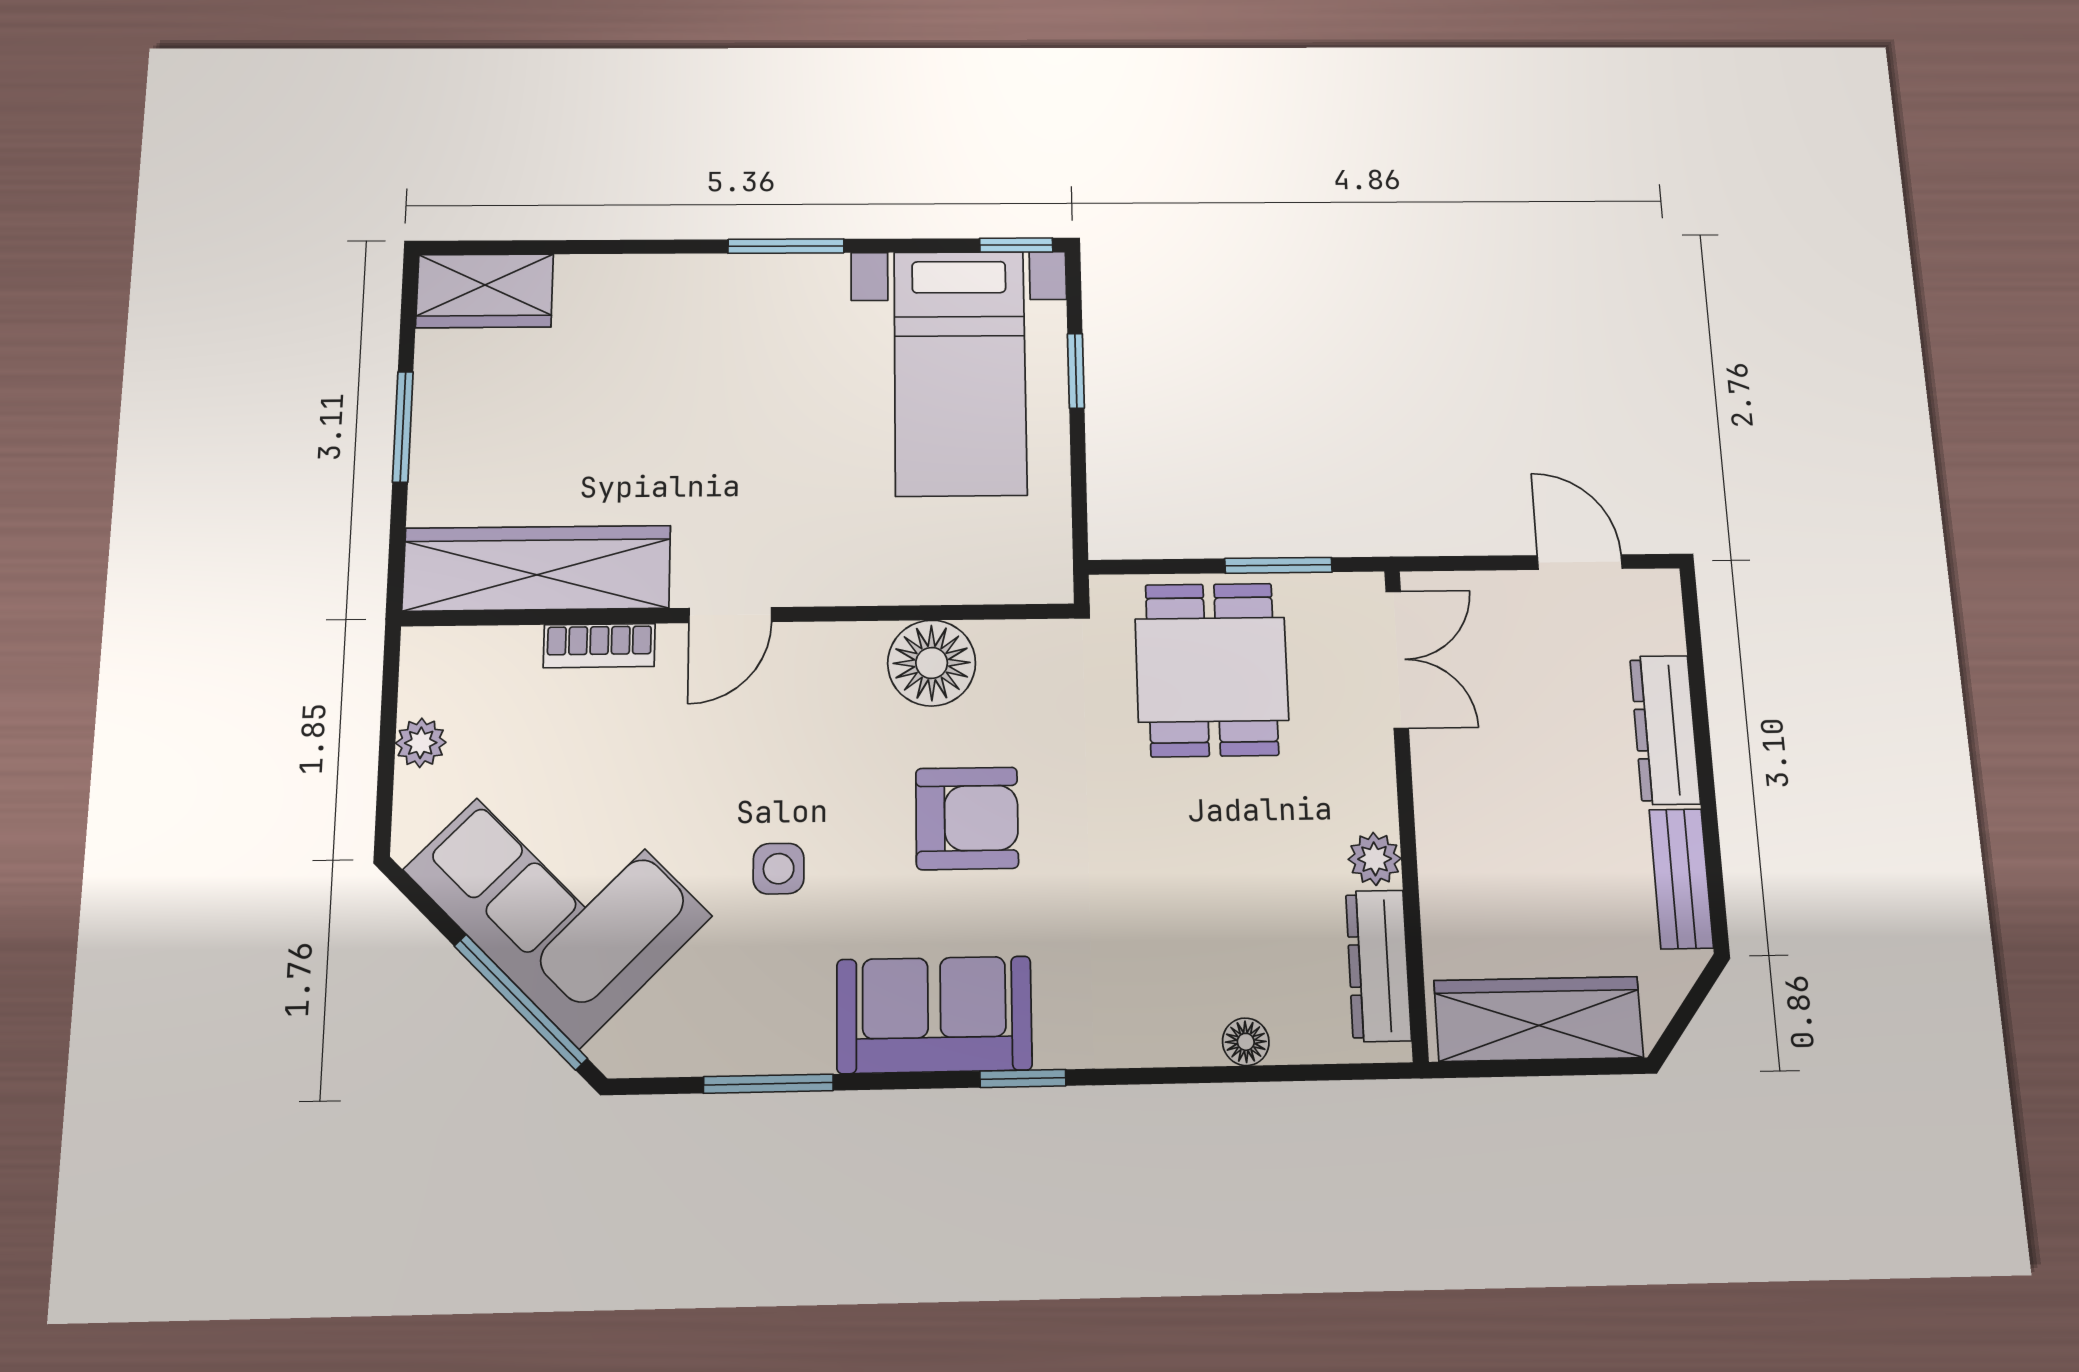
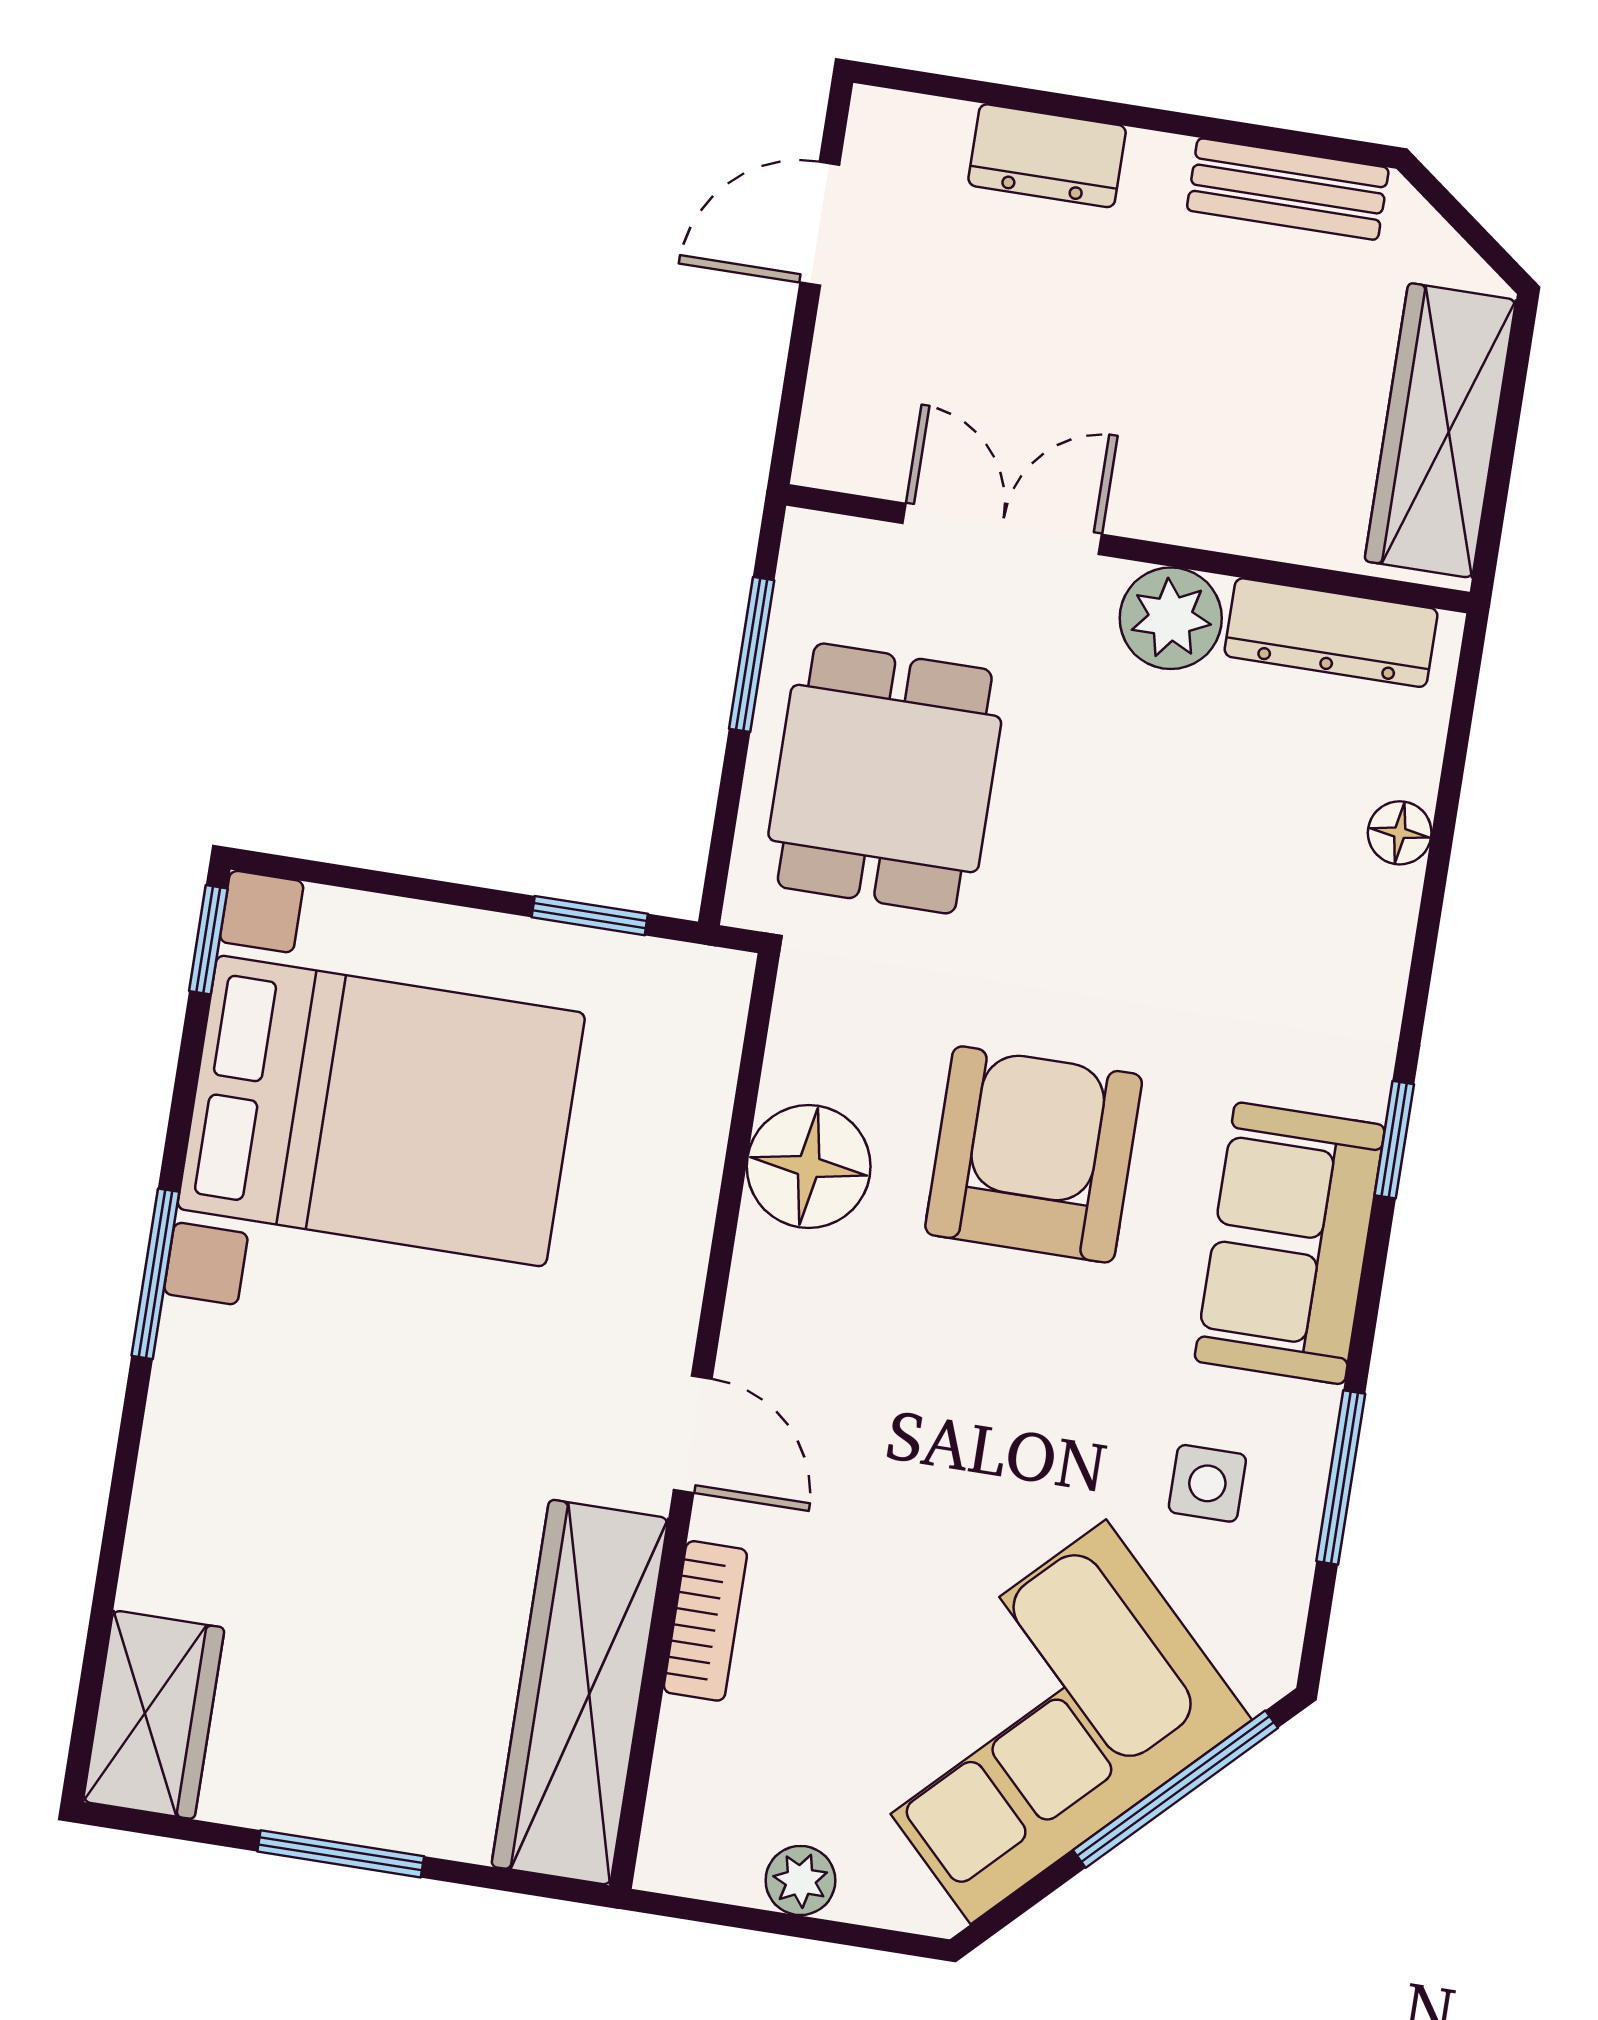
window: (1076, 371) -> (590, 916), moved
bed with nightstands: (960, 372) -> (381, 1111), width x1.36
double door: (1397, 659) -> (1002, 529), moved
dining table: (1212, 670) -> (885, 778), turned 90
dresser: (1665, 730) -> (1047, 156), width x0.70
armchair: (967, 818) -> (1034, 1154), width x1.36, depth x1.36
plant: (1375, 859) -> (1171, 618), width x1.38, depth x1.38
side table: (779, 869) -> (1207, 1483), moved

